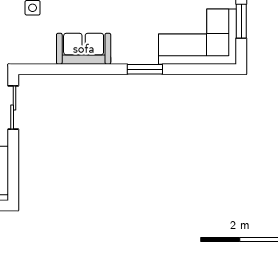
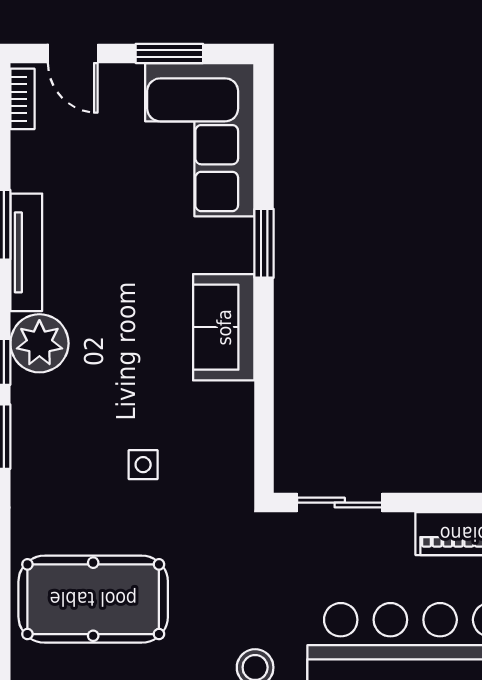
sofa: (84, 49) -> (224, 327), moved

